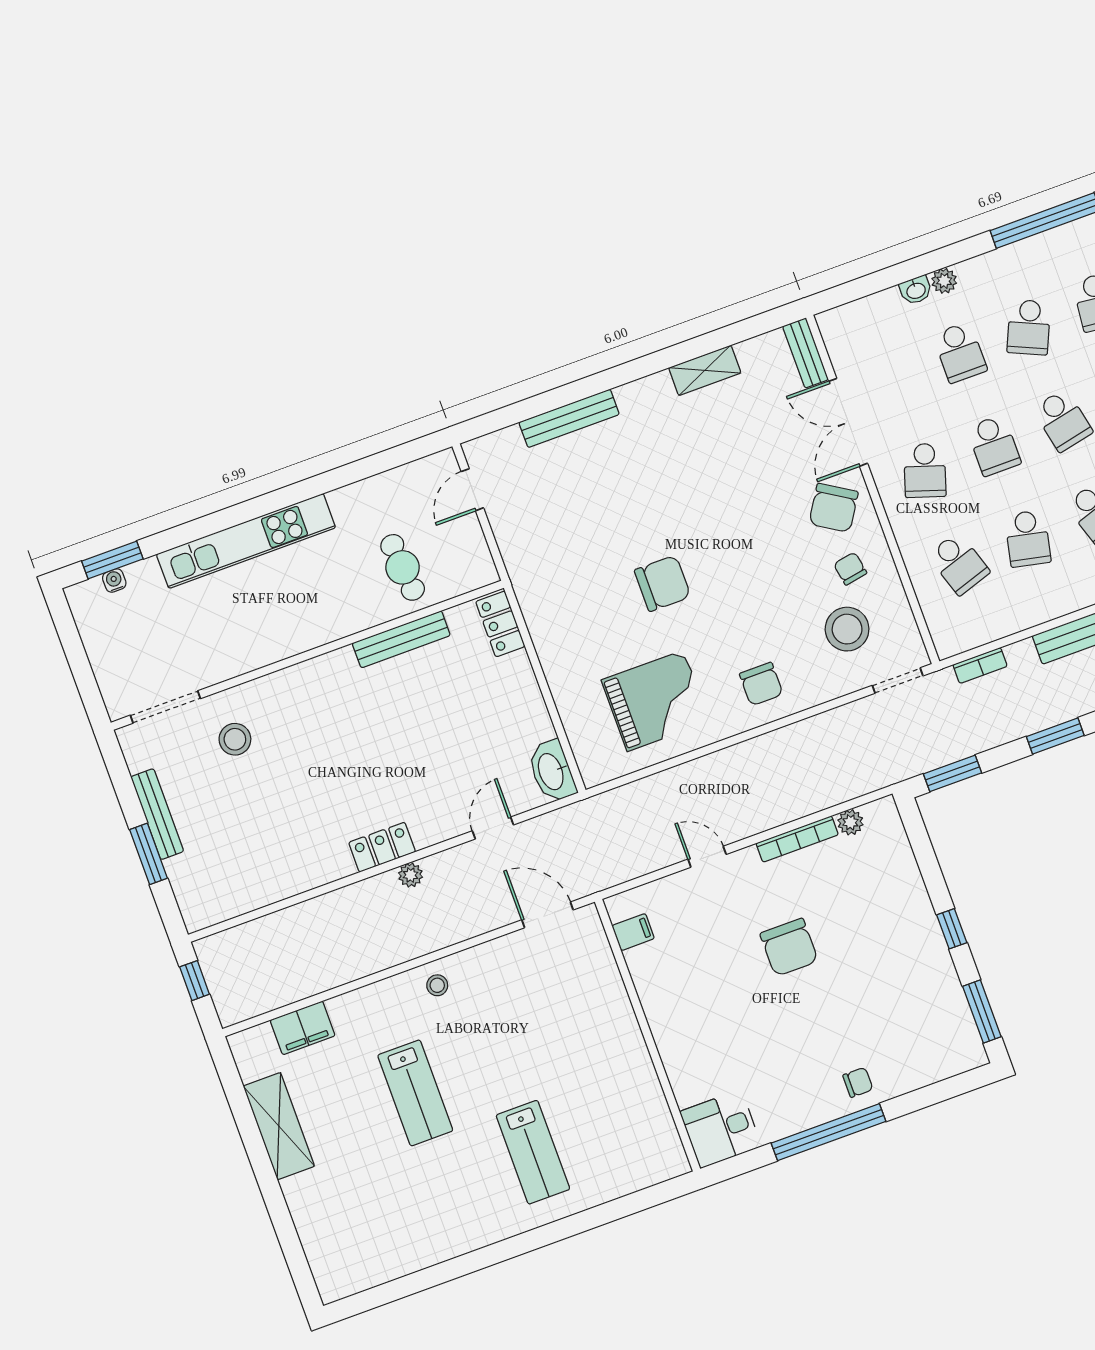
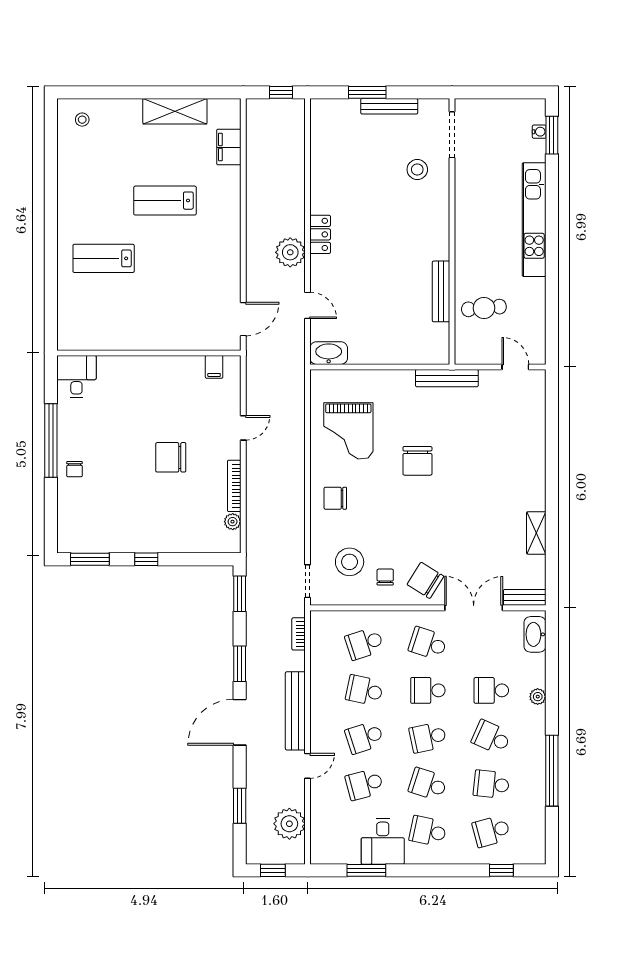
washbasin: (916, 290) -> (535, 634), moved, width x1.91, depth x1.45
bench: (569, 418) -> (447, 378), moved, turned 90
chair: (850, 569) -> (385, 577), turned -80
locker: (500, 624) -> (429, 354), removed
plant: (411, 875) -> (290, 252), width x1.87, depth x1.87
stool: (437, 985) -> (82, 120), moved

